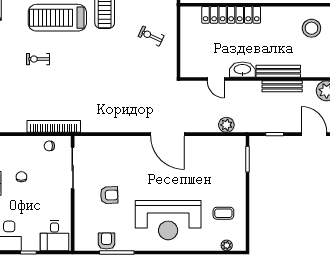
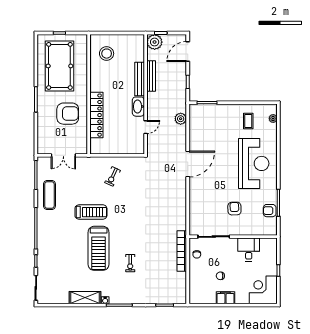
desk: (54, 236) -> (249, 249), moved, turned -90

